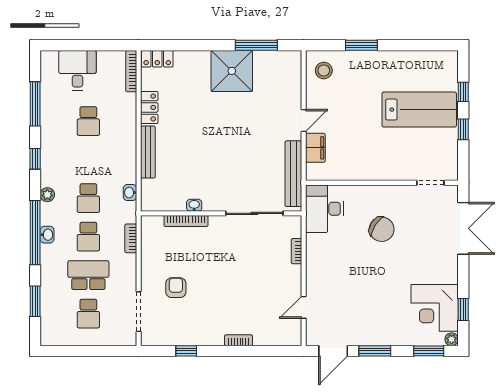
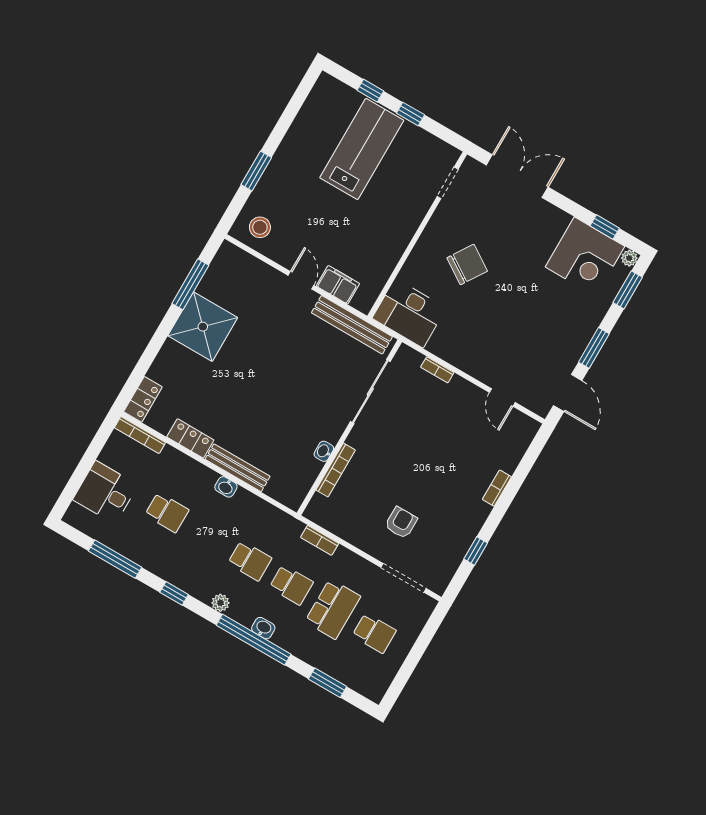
washbasin: (130, 193) -> (226, 487), moved
school desk: (88, 275) -> (333, 609), turned 180
armchair: (176, 288) -> (401, 523), turned 90

